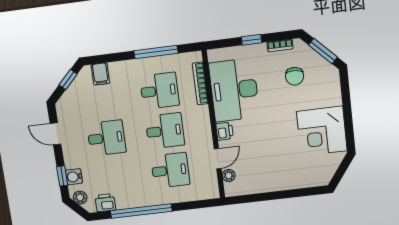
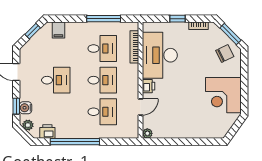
chair: (295, 76) -> (225, 54), moved, turned -119
plant: (229, 176) -> (147, 133), moved

